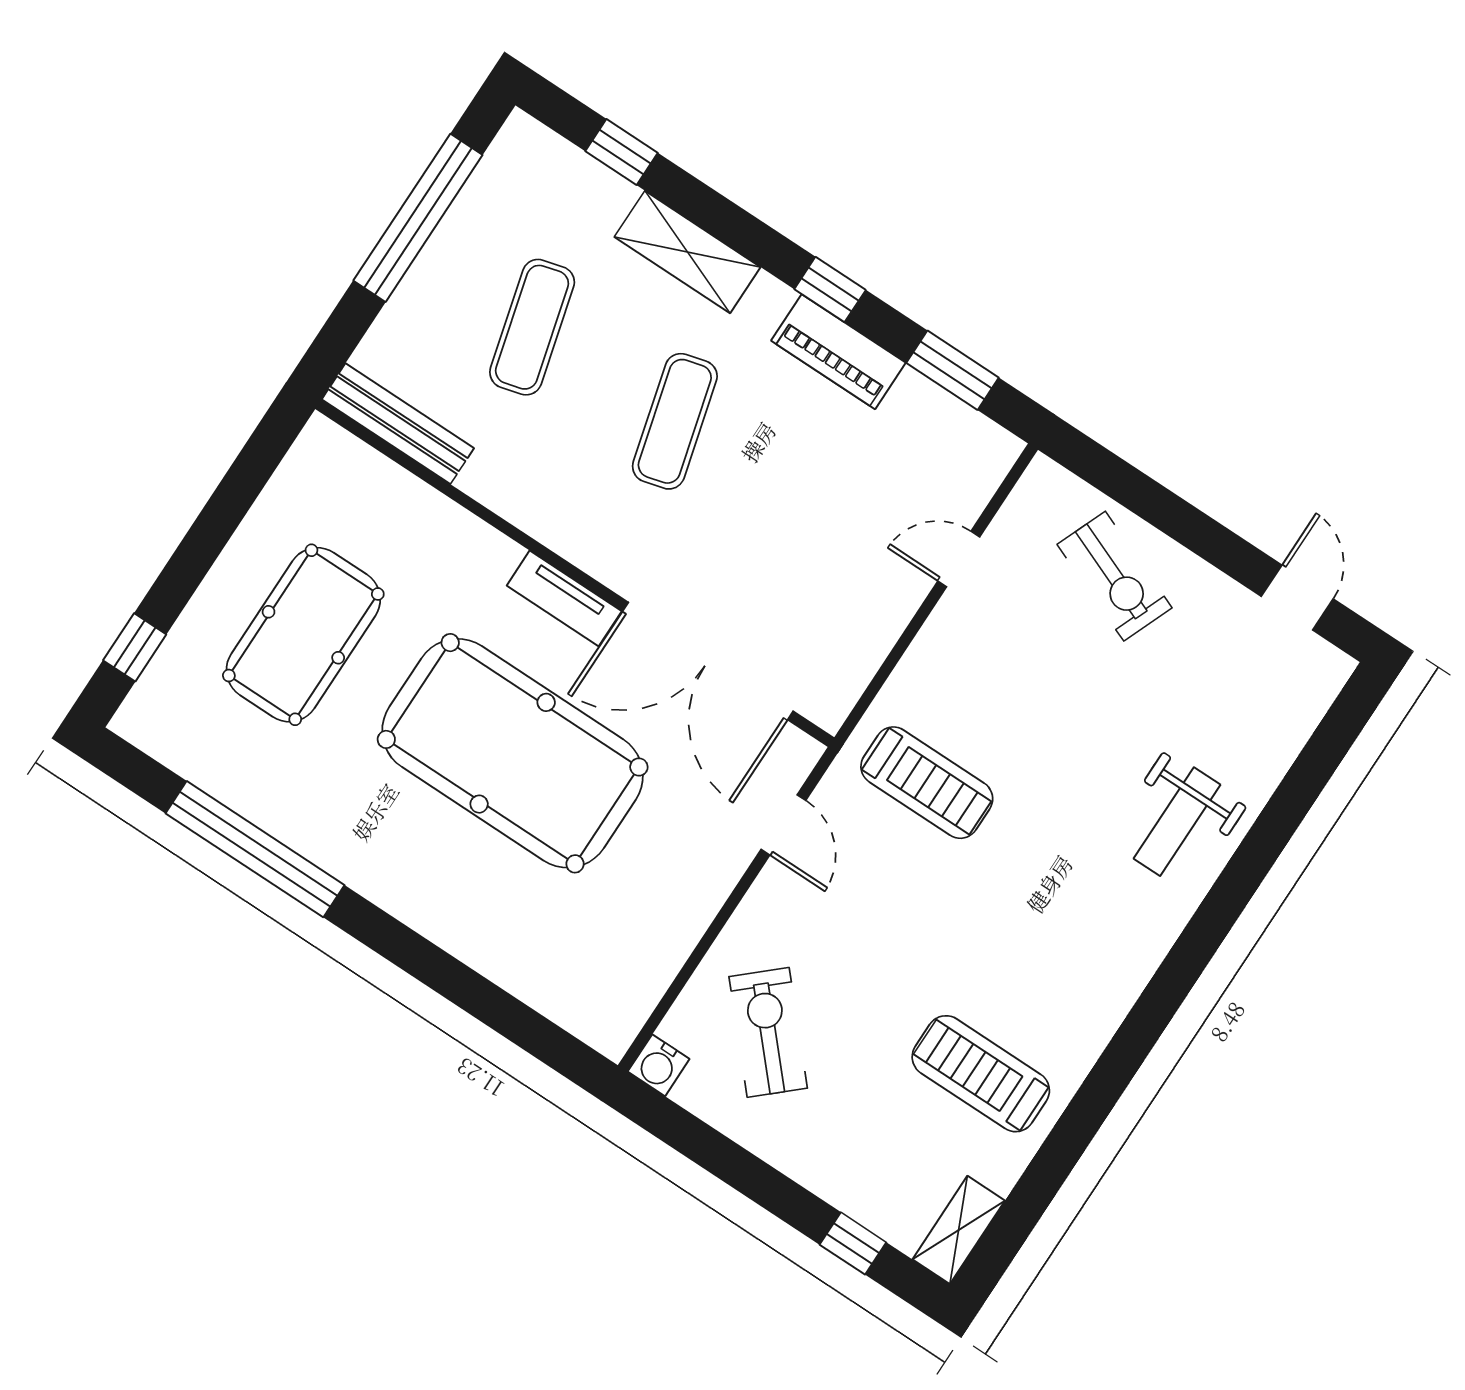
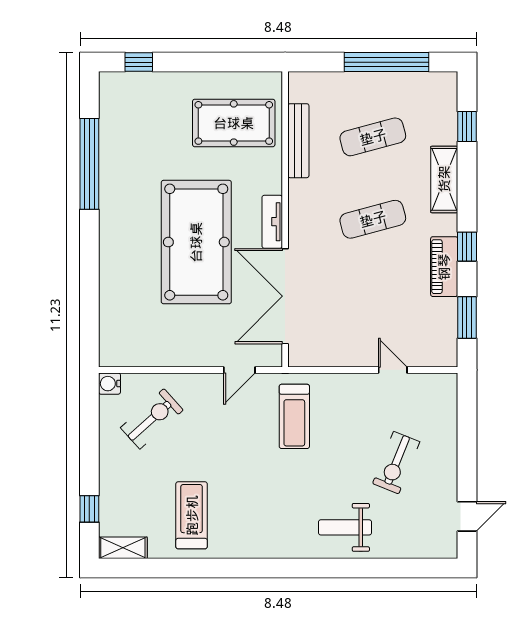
bench: (398, 424) -> (298, 141), moved
exercise bike: (1115, 576) -> (396, 463), moved
pool table: (303, 635) -> (234, 123), moved

